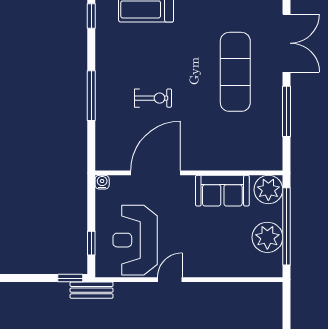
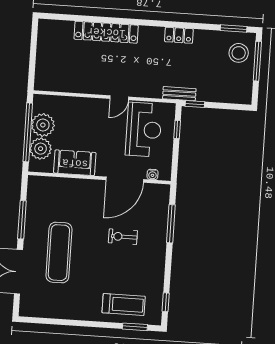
window: (91, 96) -> (171, 224), moved
water cooler: (102, 182) -> (153, 174), moved
plant: (268, 190) -> (41, 149), moved

